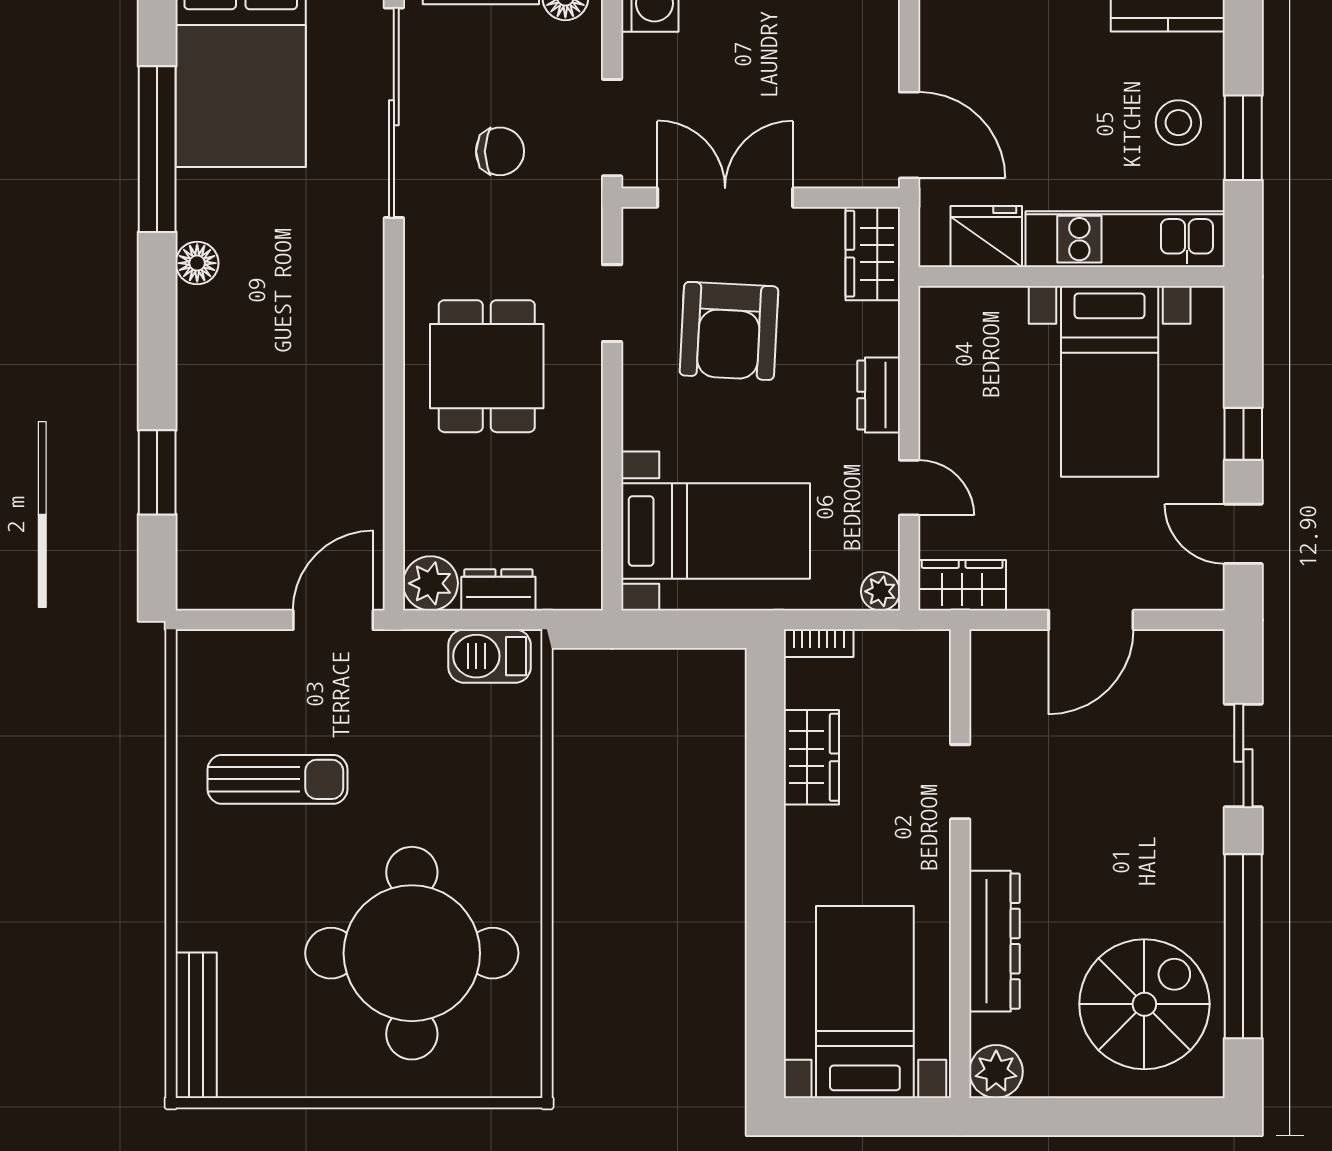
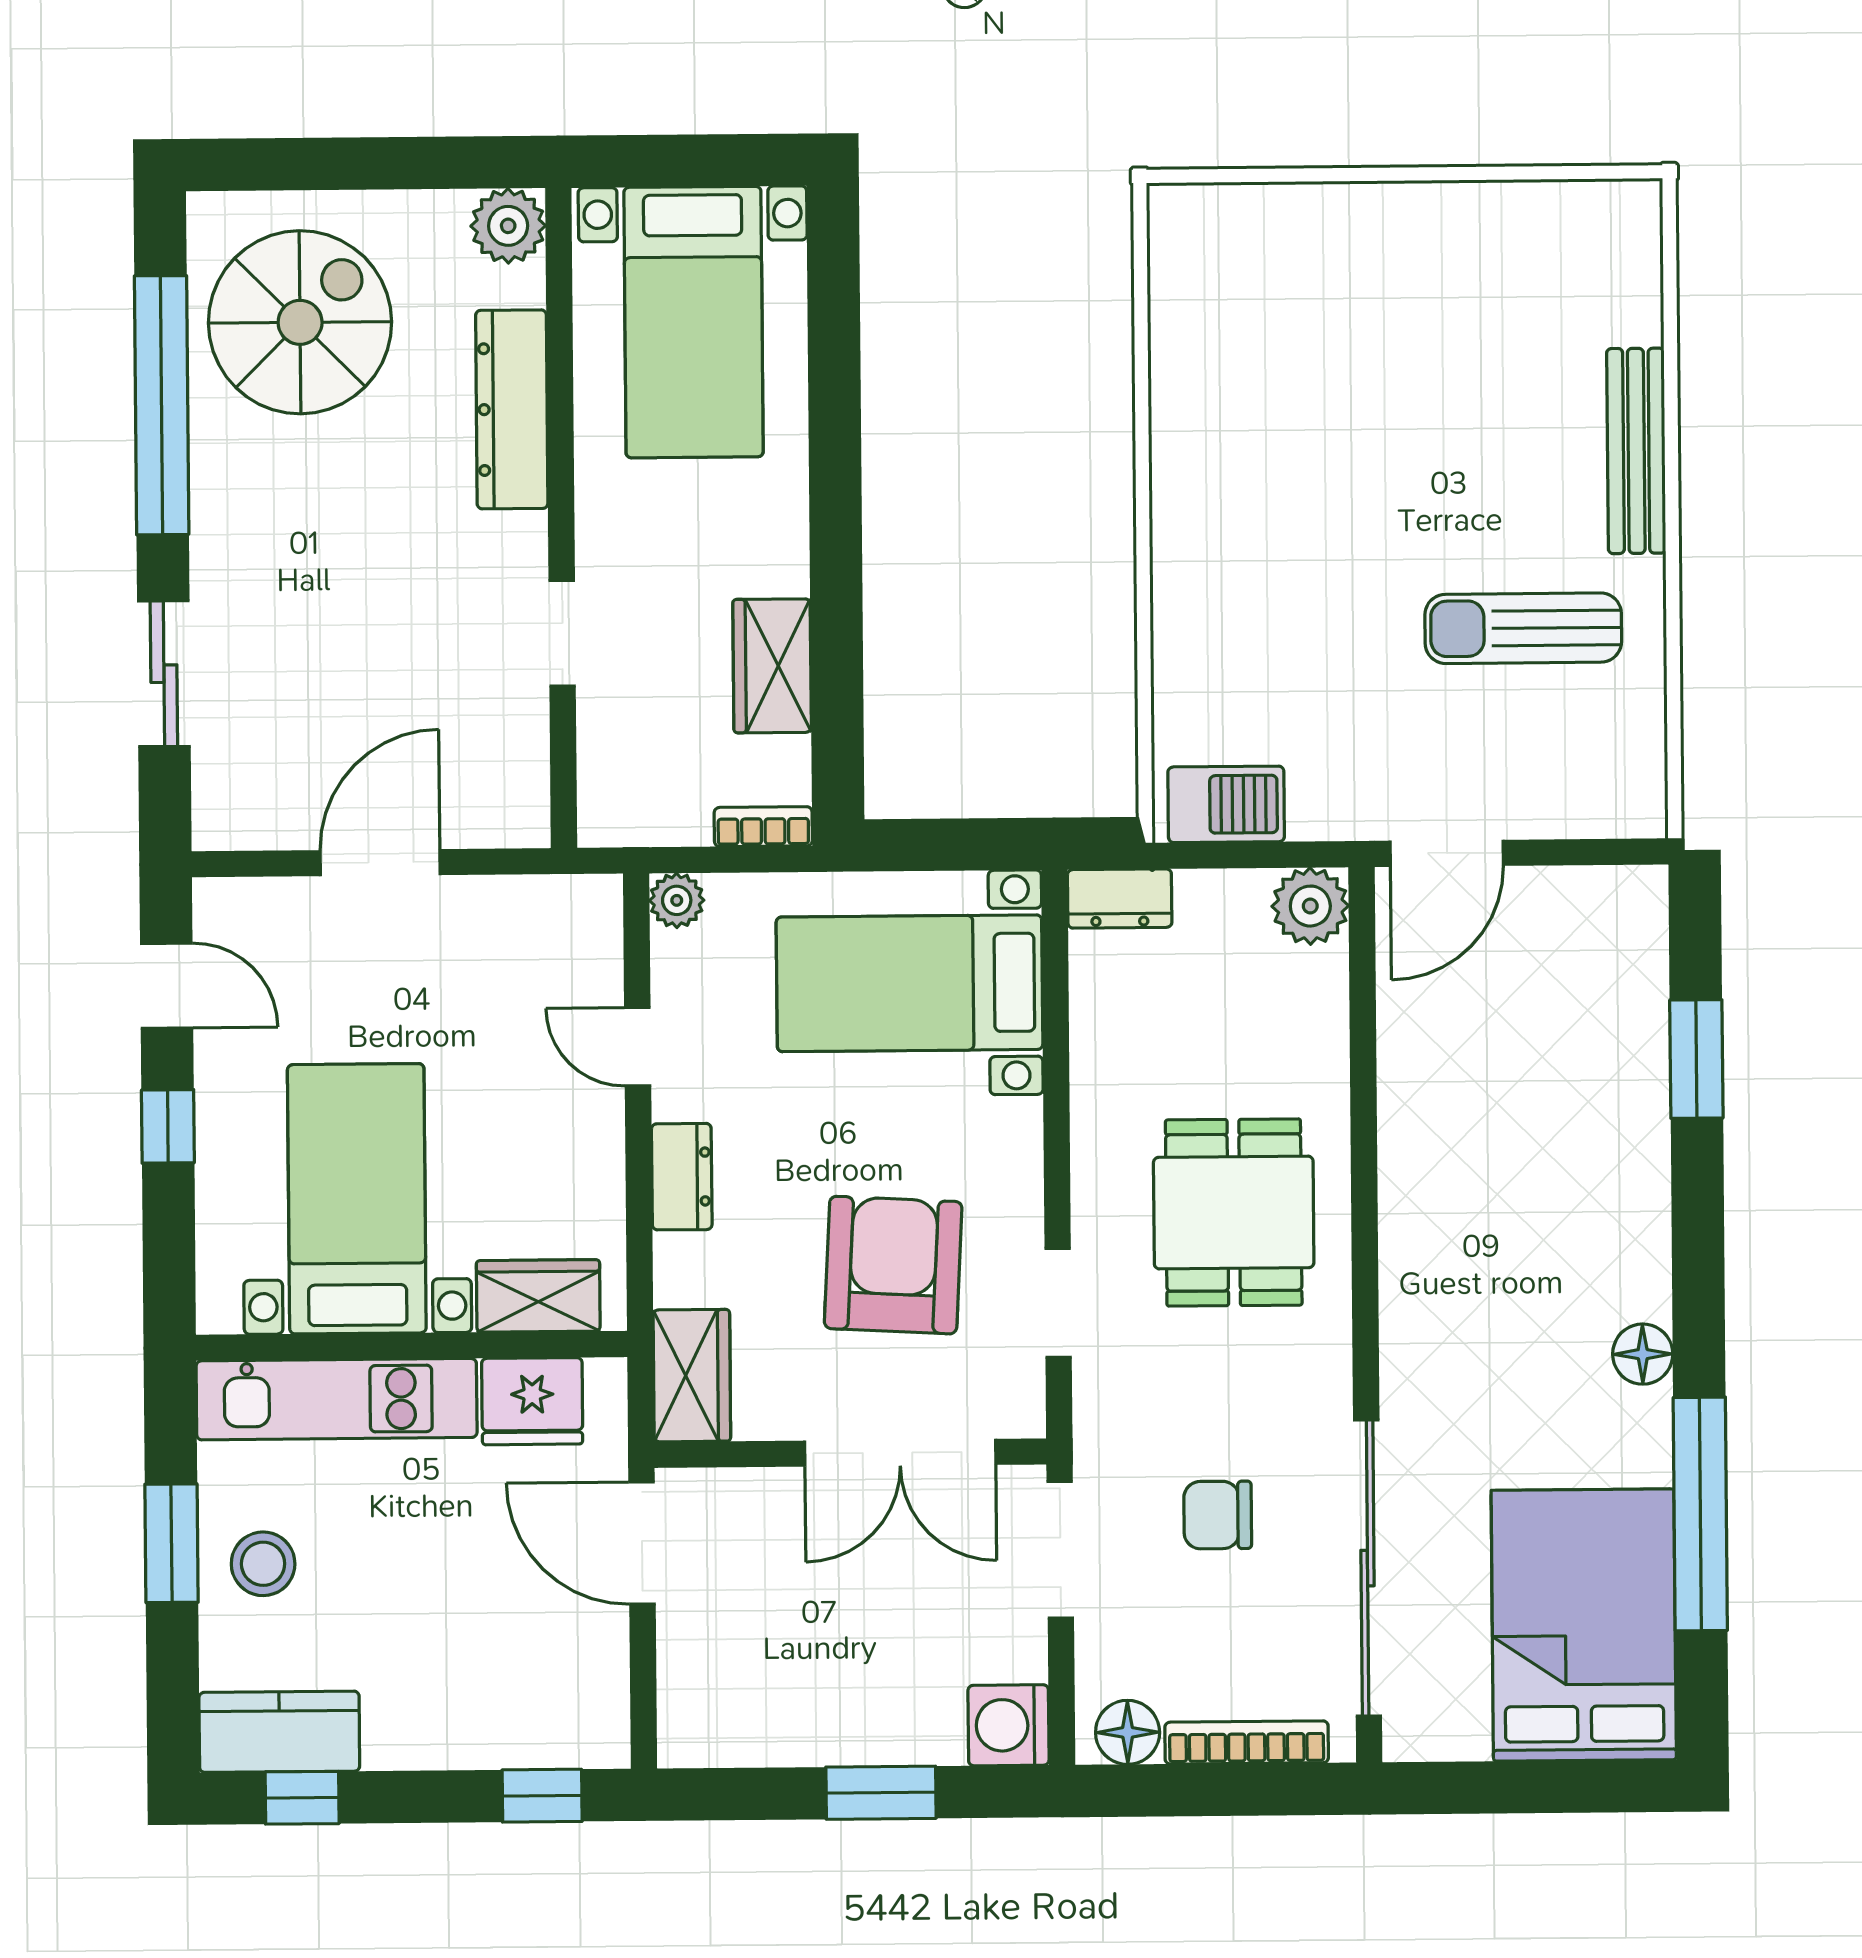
wardrobe: (962, 585) -> (538, 1296), moved, turned 180
dresser: (498, 590) -> (1120, 898), moved
round table: (412, 953) -> (1332, 385), removed
spiral stairs: (1144, 1004) -> (300, 322), turned 180
bench: (196, 1025) -> (1636, 451), moved

